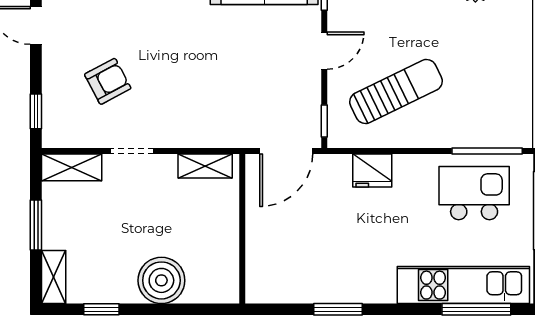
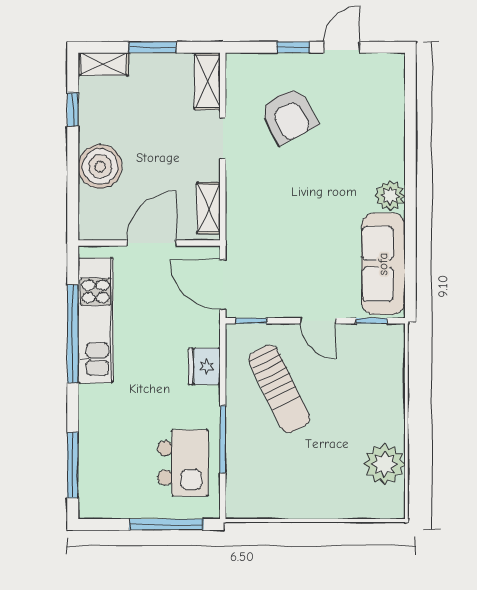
armchair: (108, 81) -> (289, 115), width x1.38, depth x1.38
window: (36, 111) -> (293, 47), moved
window: (487, 151) -> (223, 439), moved
door: (242, 226) -> (152, 243), added
kitchen unit: (463, 285) -> (96, 320), moved
window: (338, 309) -> (73, 334), width x2.11

